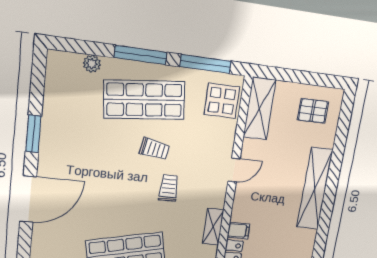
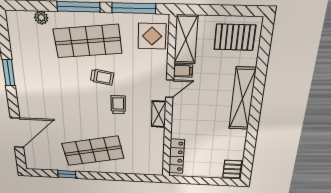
pallet: (313, 111) -> (235, 37), width x1.50, depth x1.42
door: (28, 199) -> (17, 133), moved
shelving: (213, 227) -> (159, 114), moved
filing cabinet: (238, 231) -> (183, 71), moved

